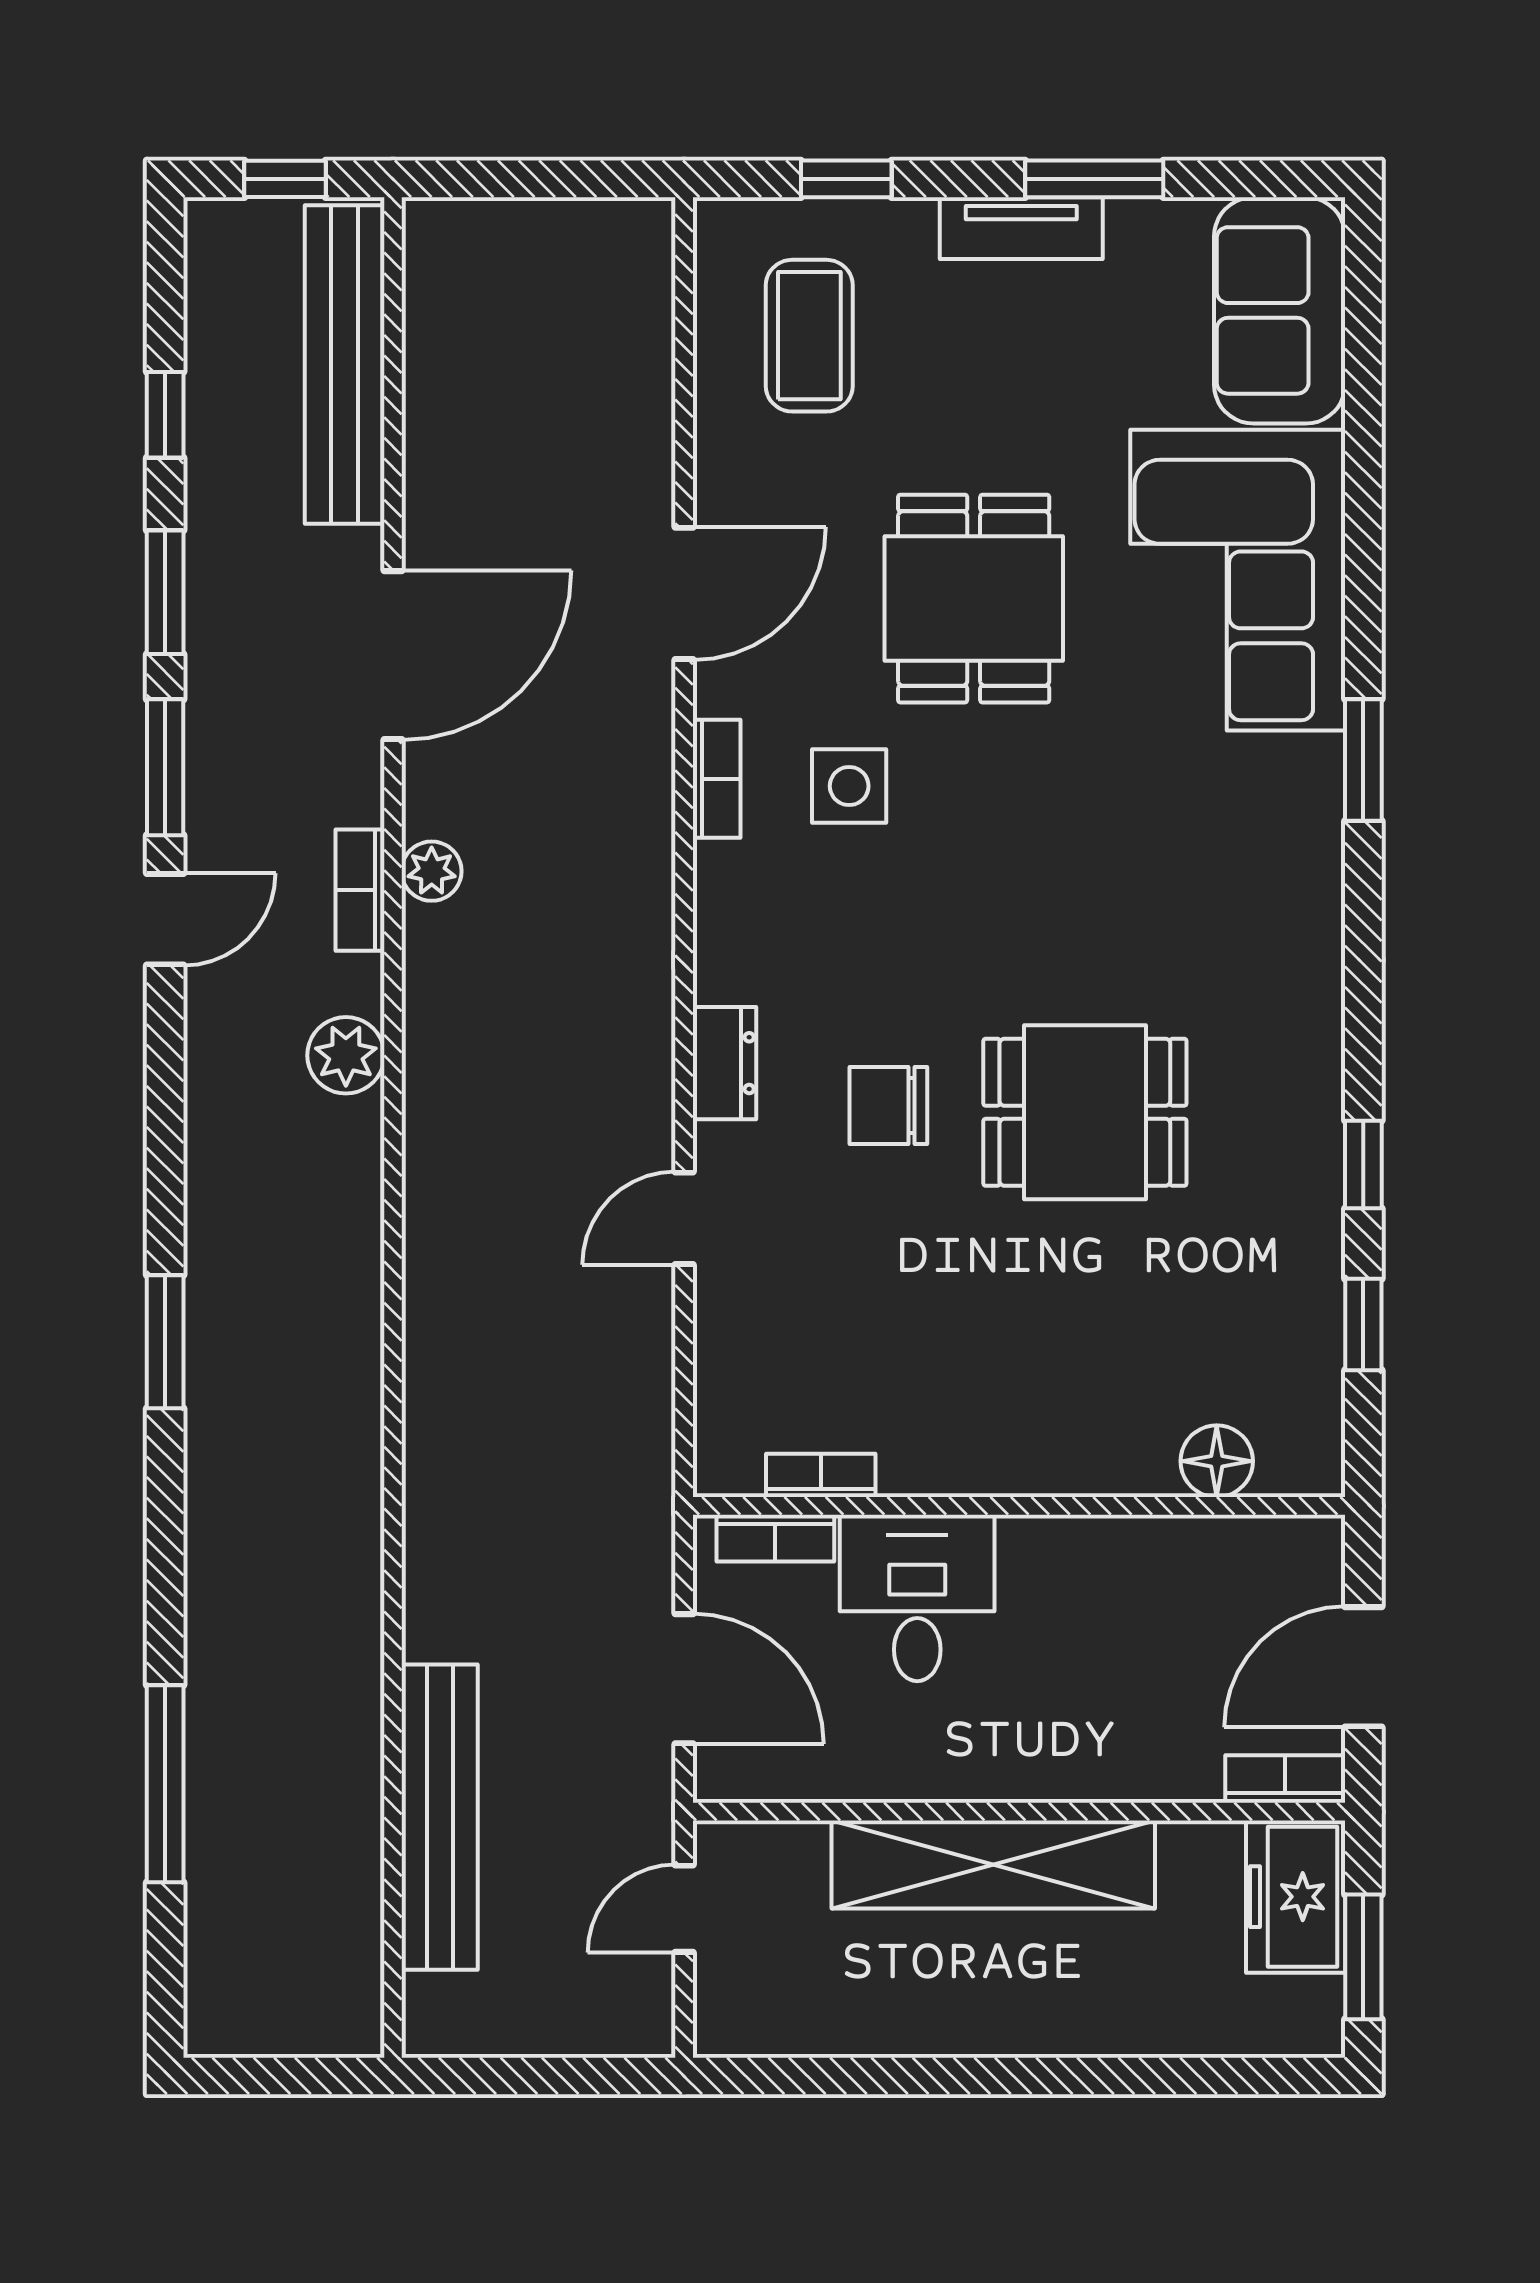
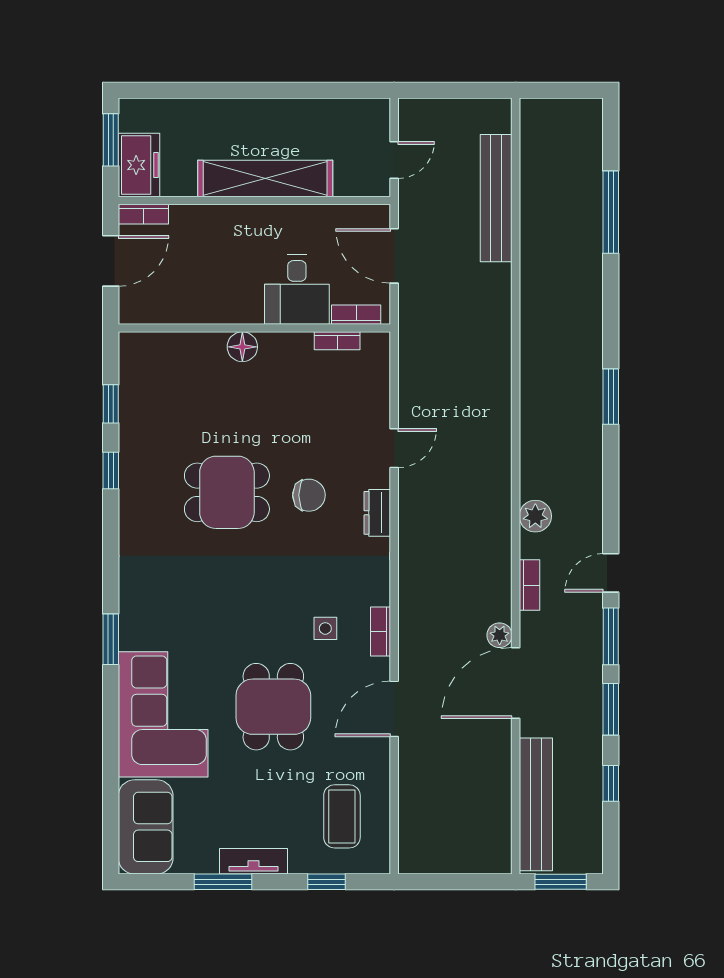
window: (285, 179) -> (561, 882), width x1.50
side table: (849, 786) -> (325, 628), width x0.73, depth x0.73
plant: (432, 871) -> (500, 635), moved
floor lamp: (1217, 1461) -> (242, 347), moved

